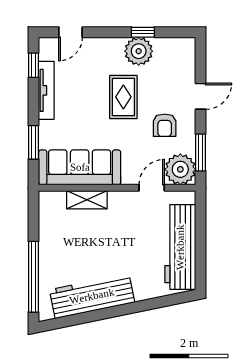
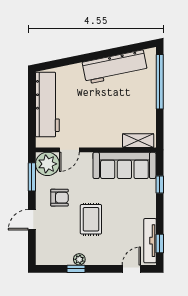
plant: (139, 51) -> (79, 259), width x0.53, depth x0.53
tv unit: (46, 90) -> (150, 241), moved
armchair: (165, 125) -> (59, 198), turned 90
window: (33, 142) -> (160, 185), width x0.67
shelving: (87, 200) -> (138, 141), moved

